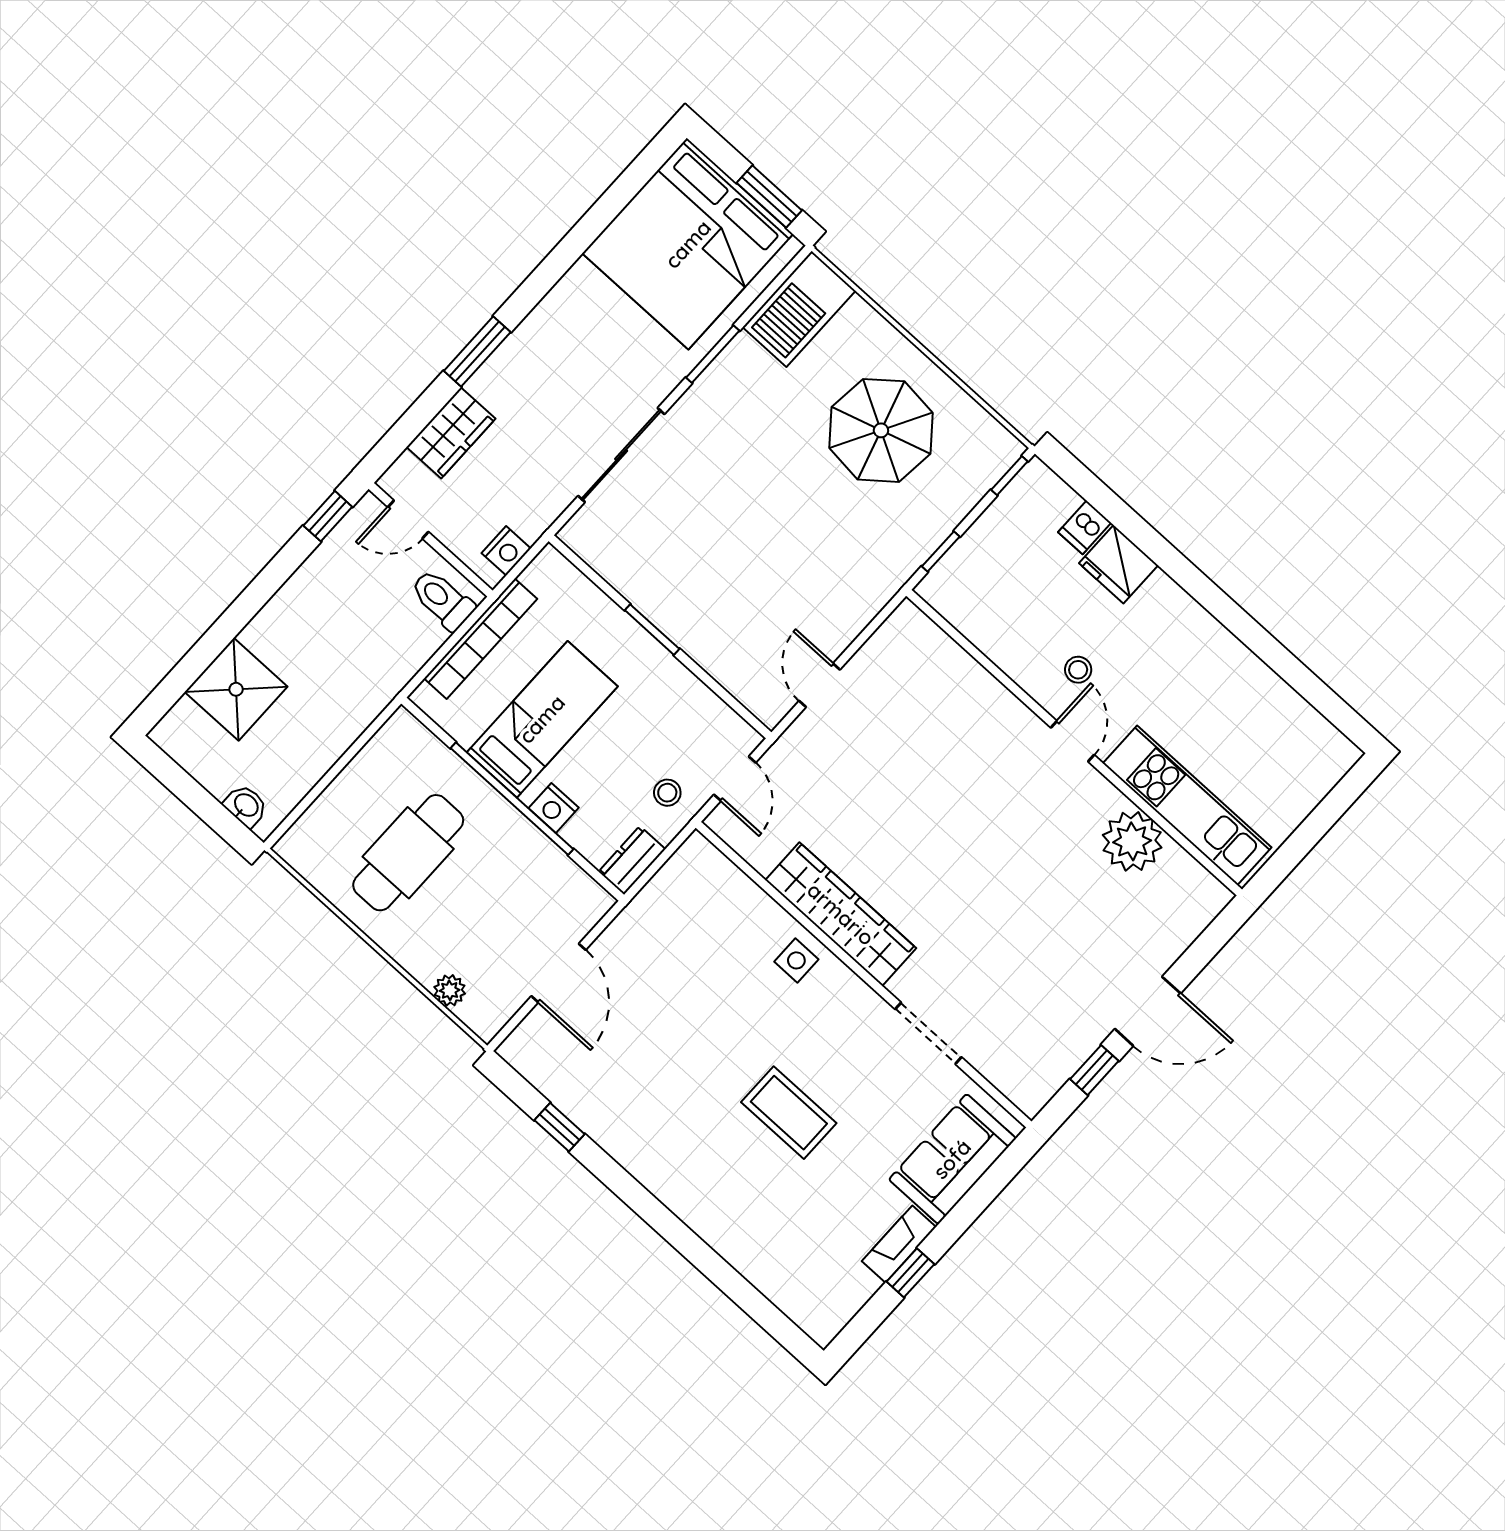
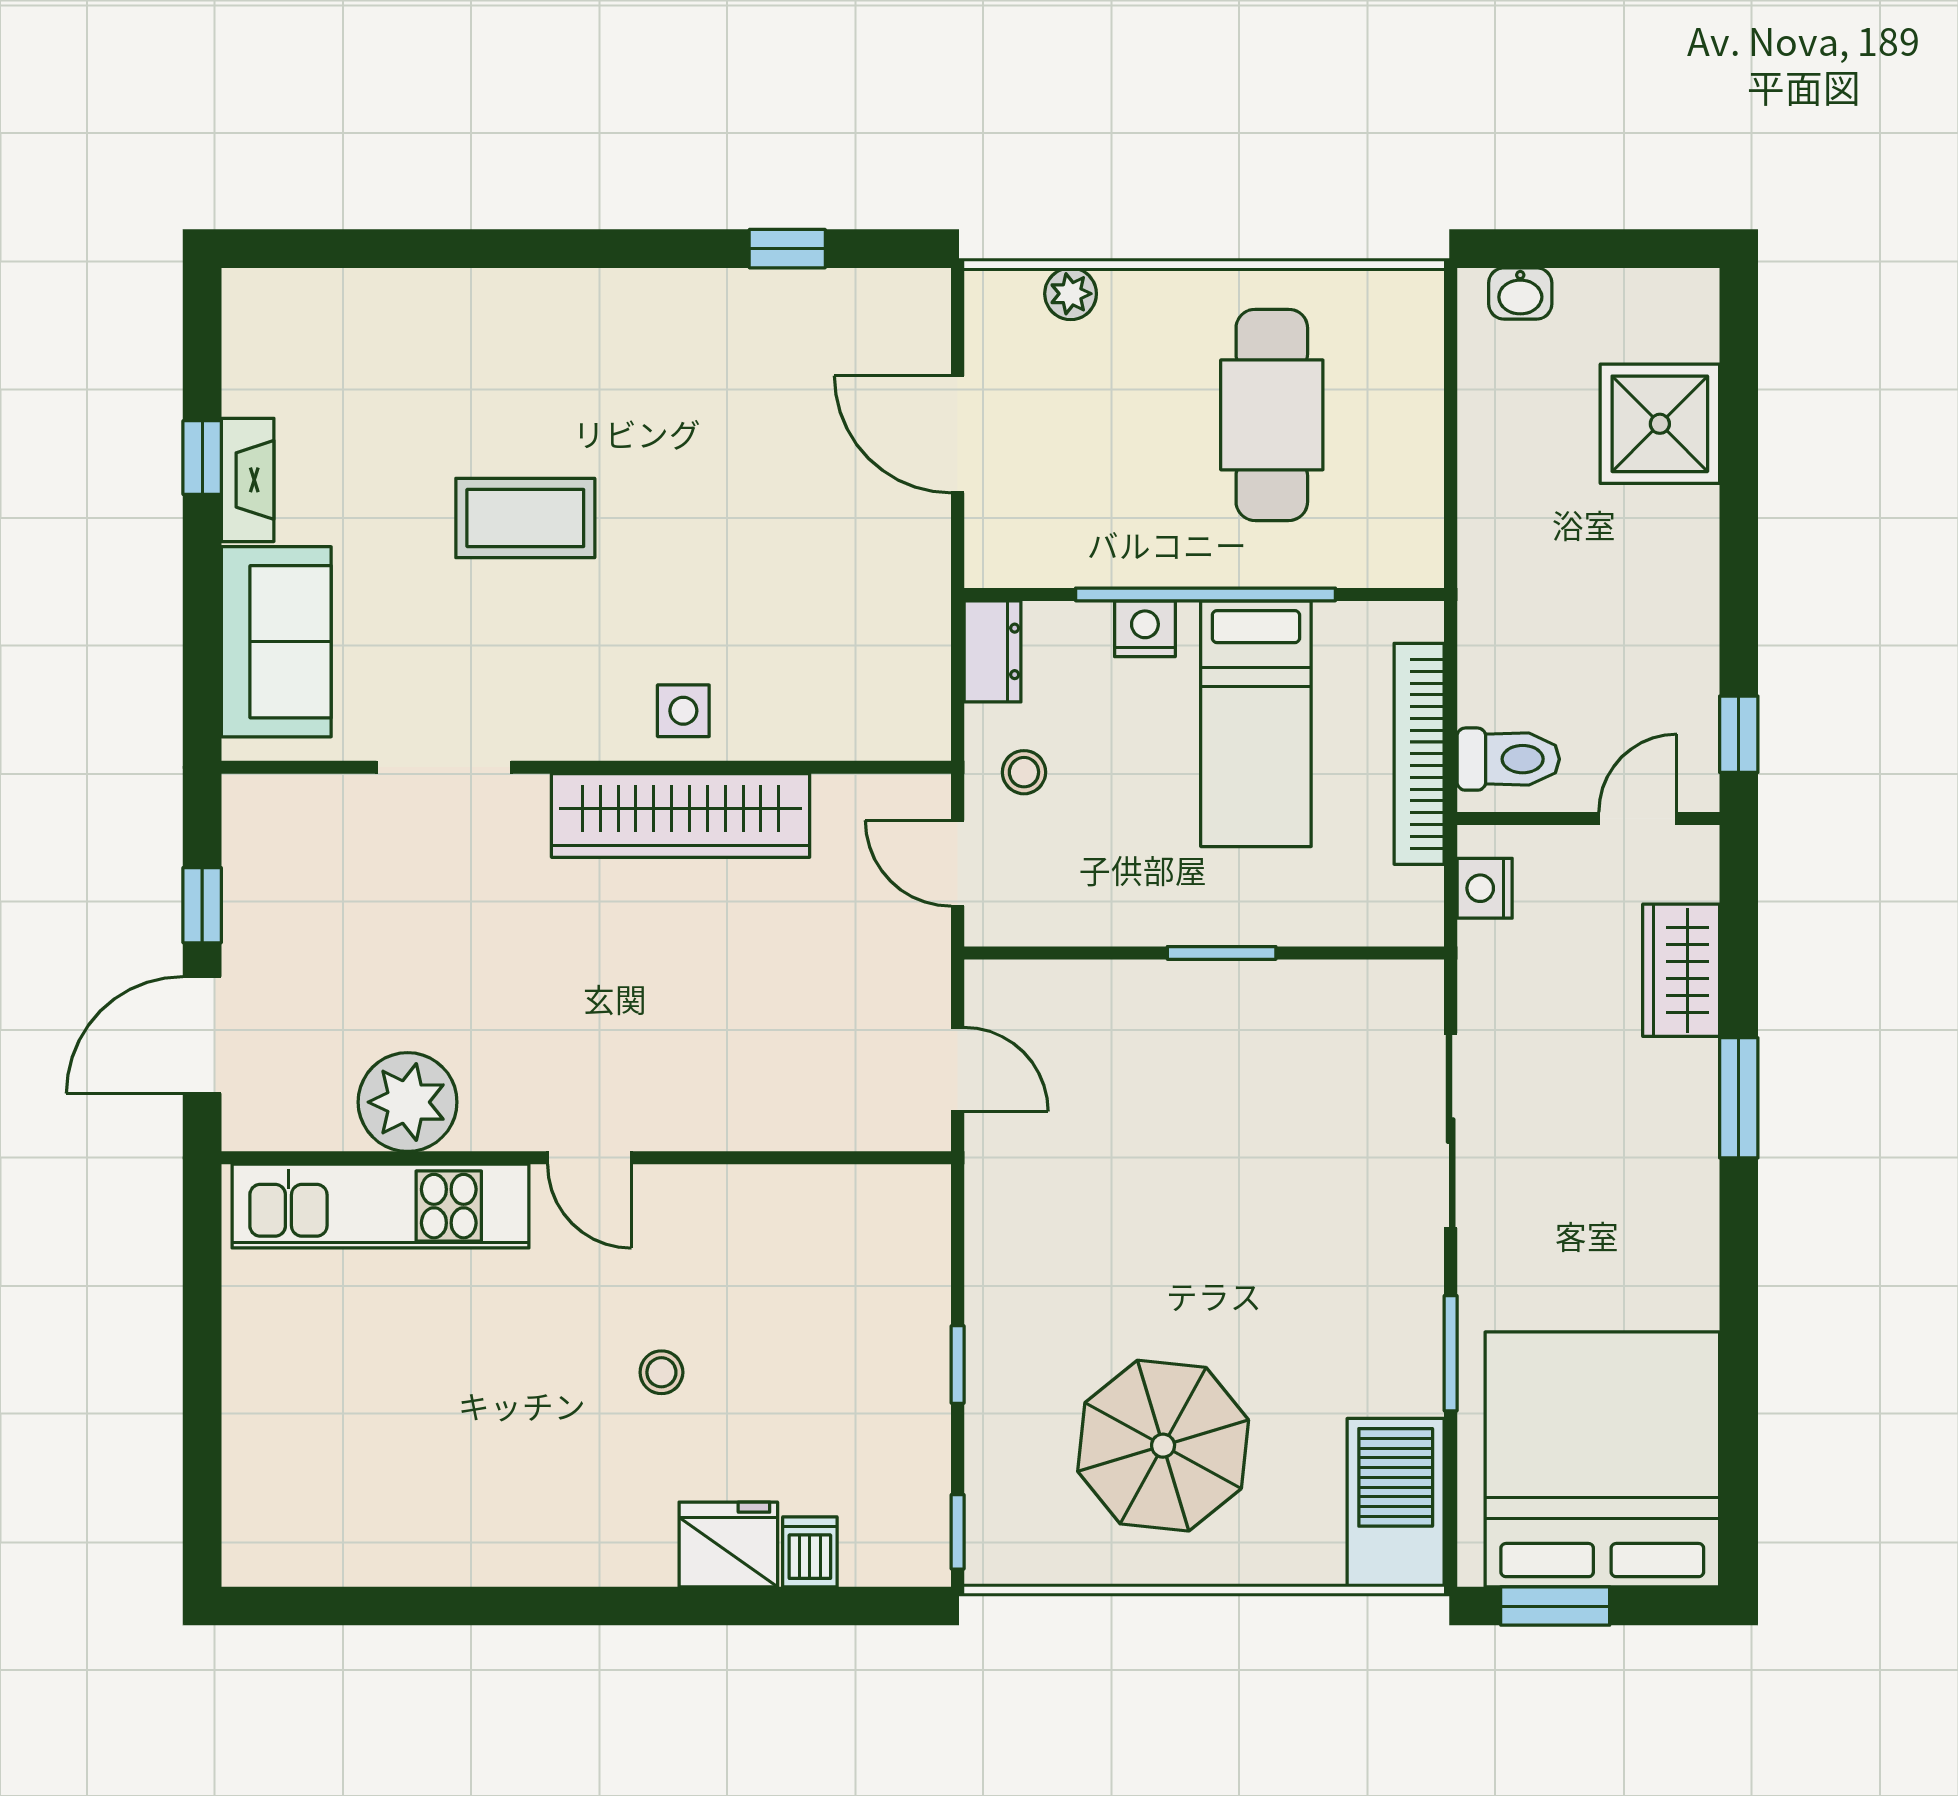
door: (1073, 741) -> (590, 1158), moved
wall: (1074, 743) -> (586, 1158), moved
kitchen unit: (1187, 805) -> (380, 1206), moved
plant: (1132, 841) -> (408, 1102), moved

